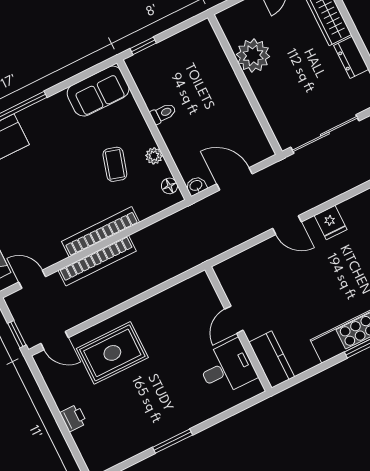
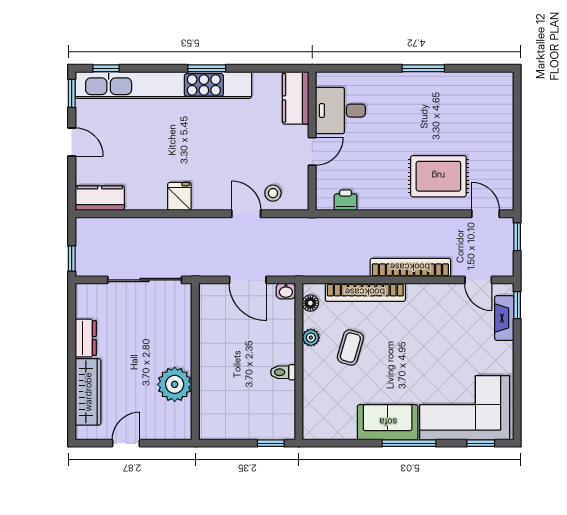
sofa: (98, 91) -> (388, 422), moved
door: (287, 225) -> (246, 214), moved
bookcase: (101, 232) -> (365, 292), moved
stool: (250, 266) -> (273, 193), added
printer: (73, 418) -> (346, 200), moved, turned 90

